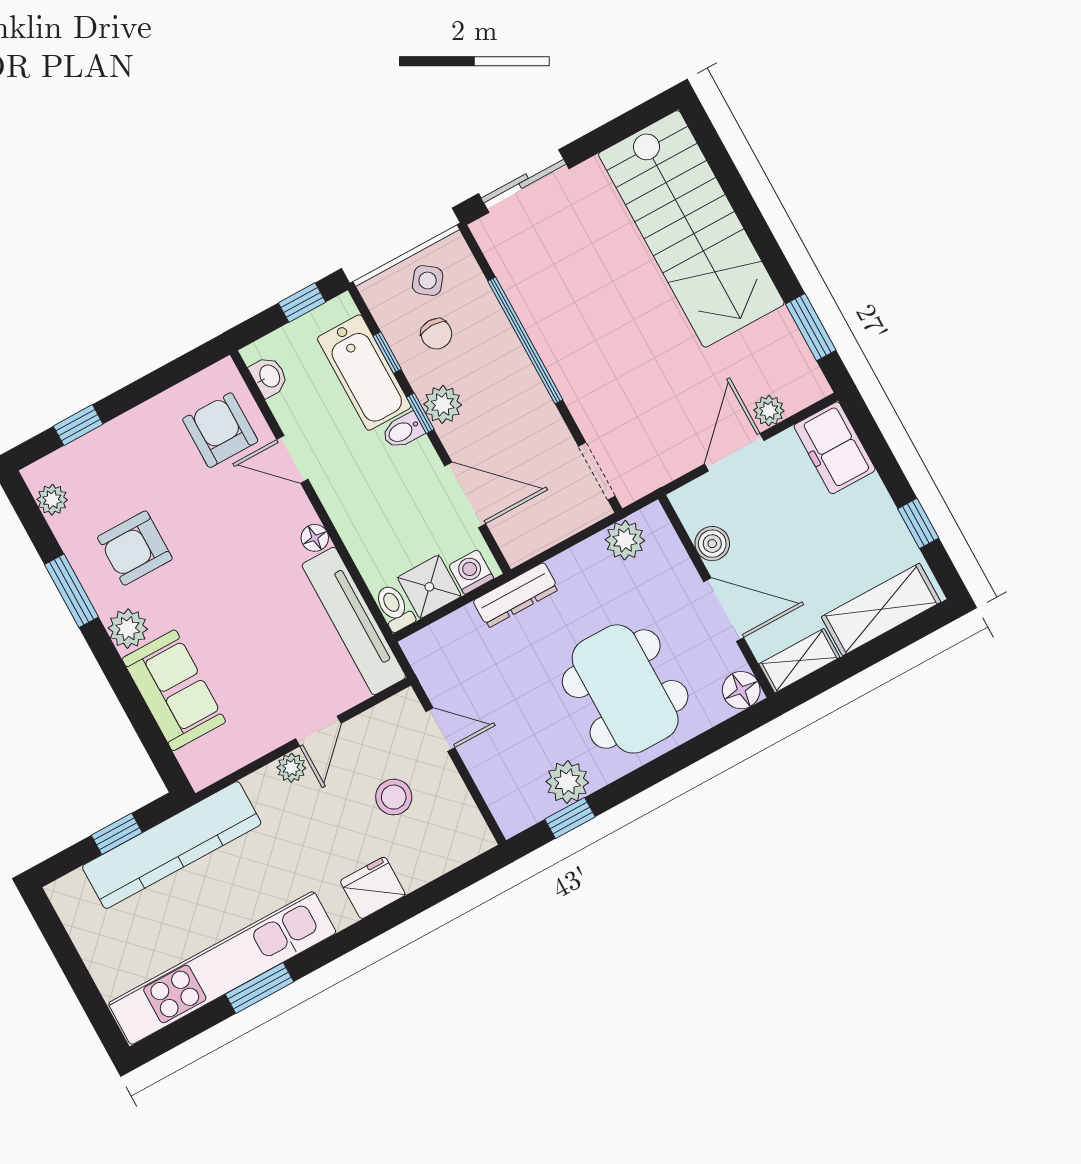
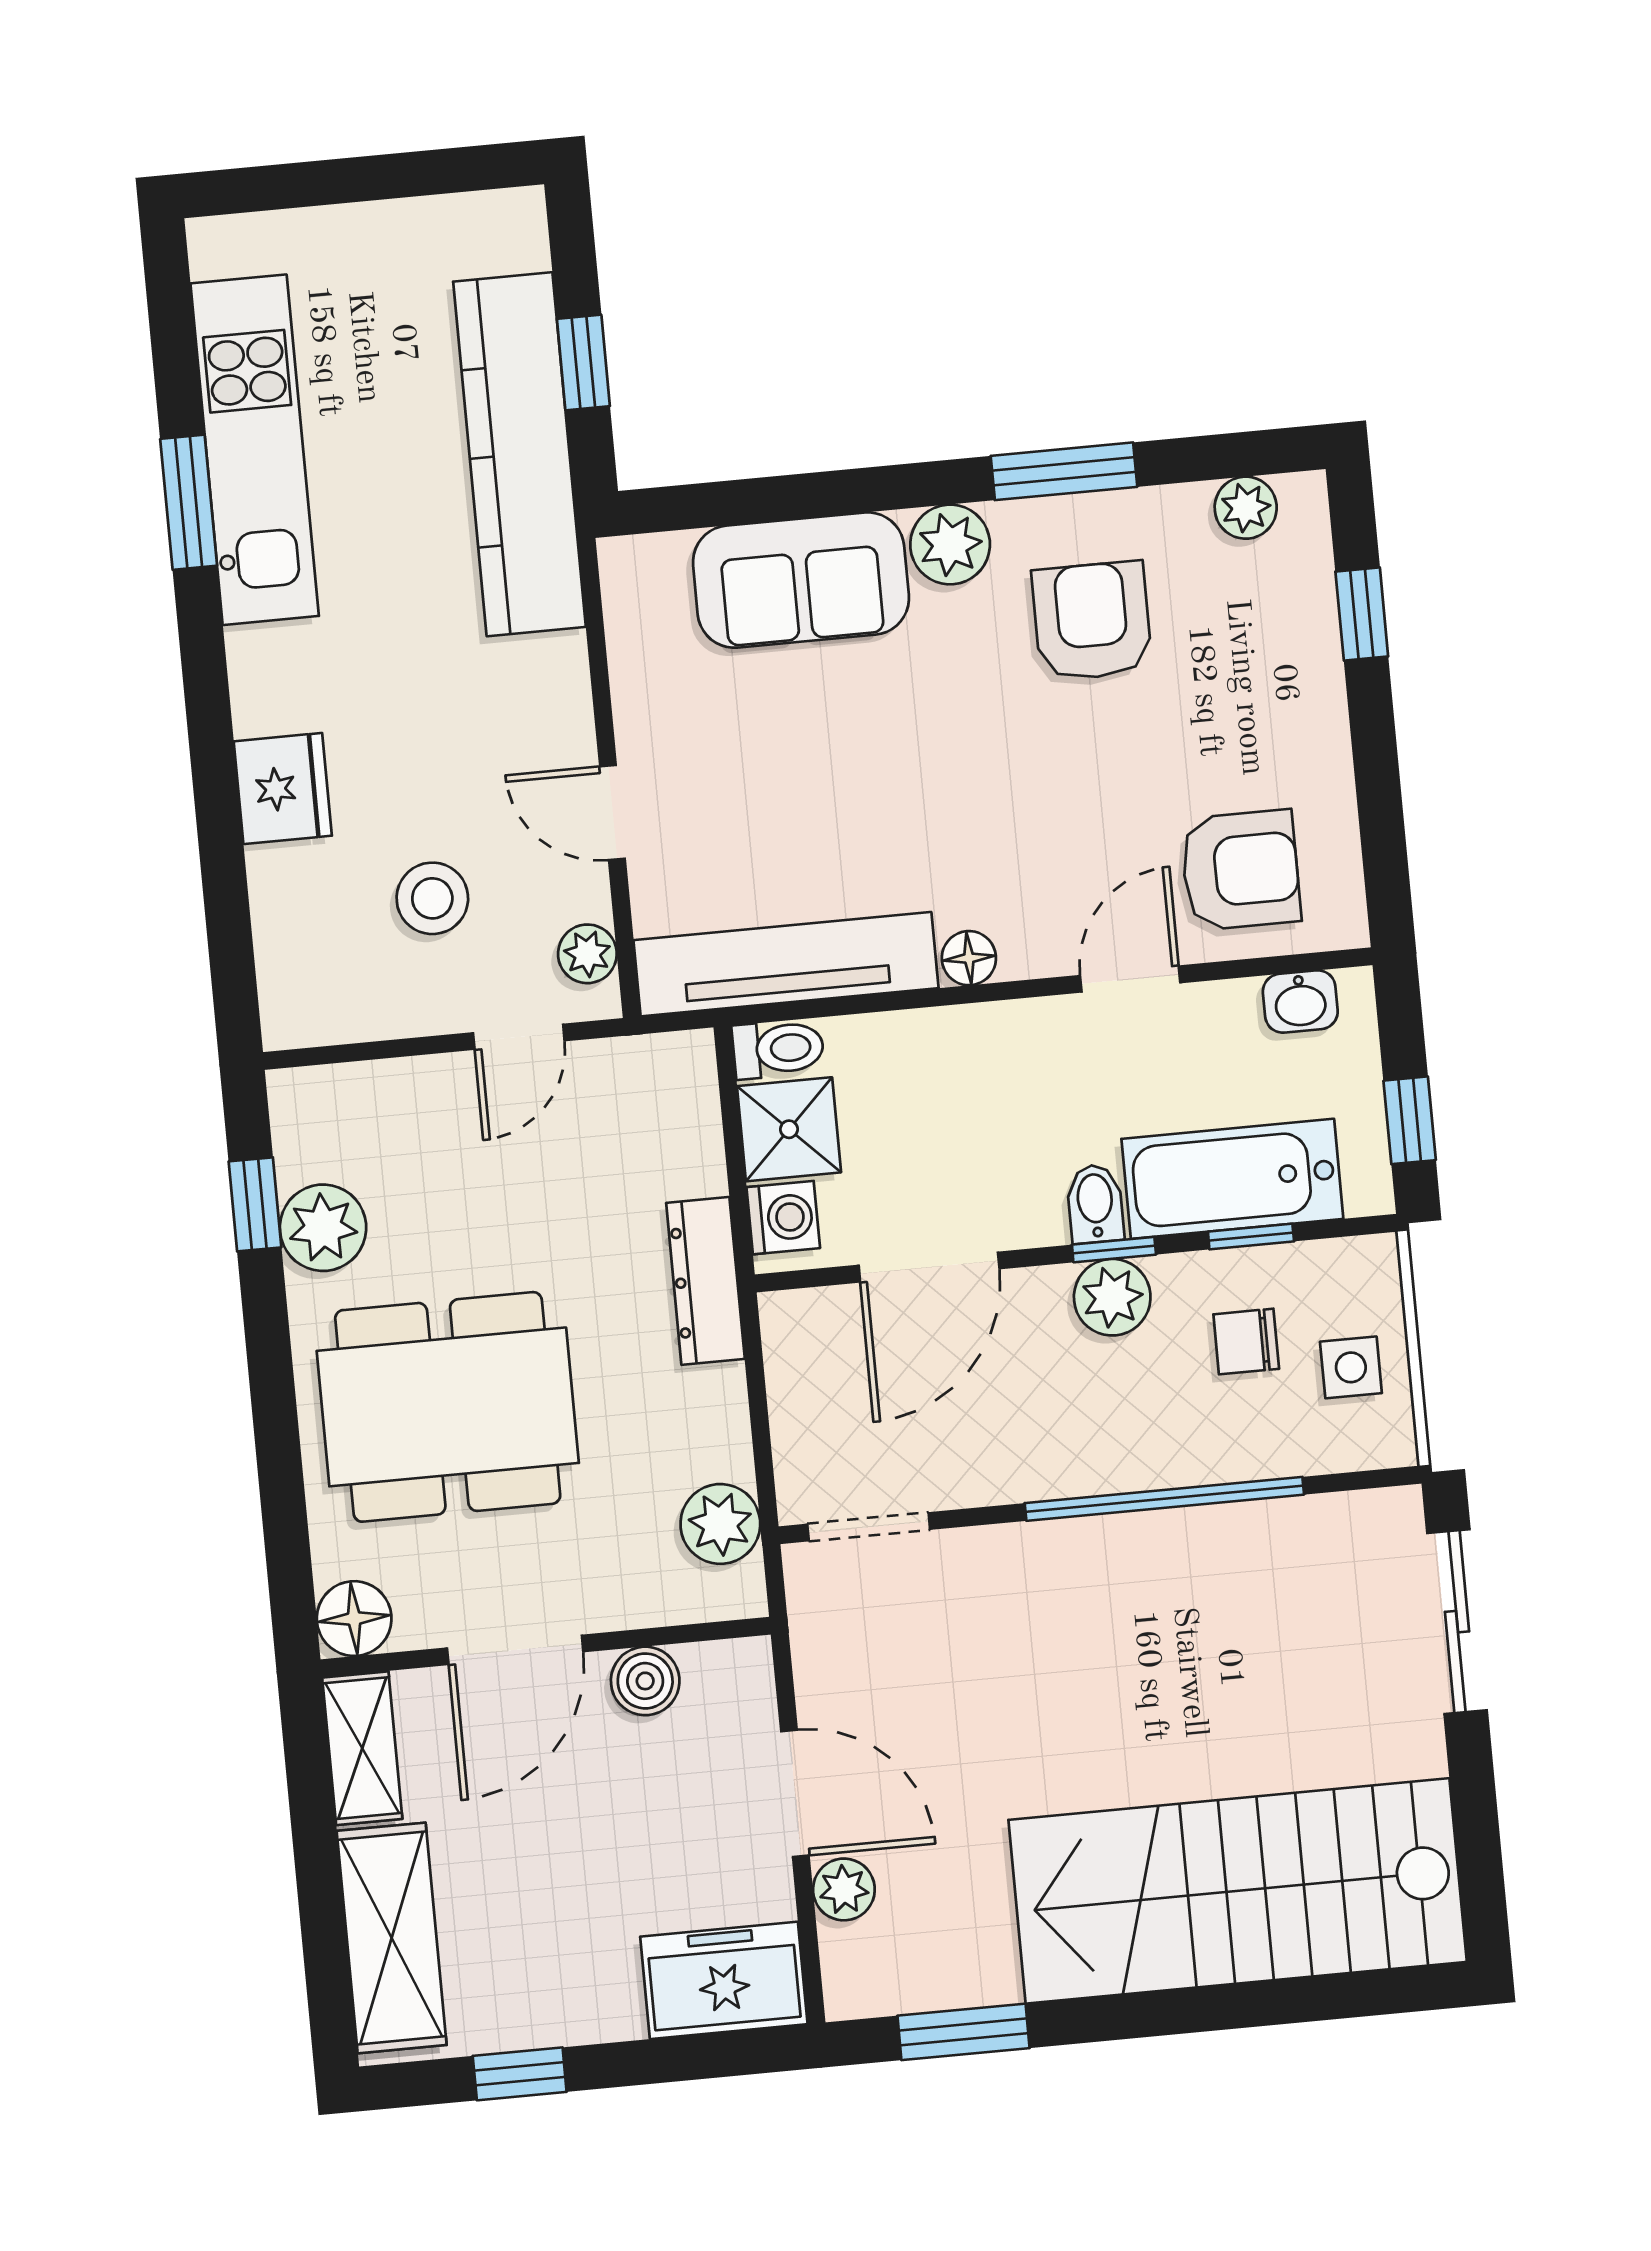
side table: (428, 280) -> (1351, 1367), turned -37
plant: (291, 768) -> (587, 954), moved
kitchen unit: (222, 968) -> (255, 450), width x0.73

